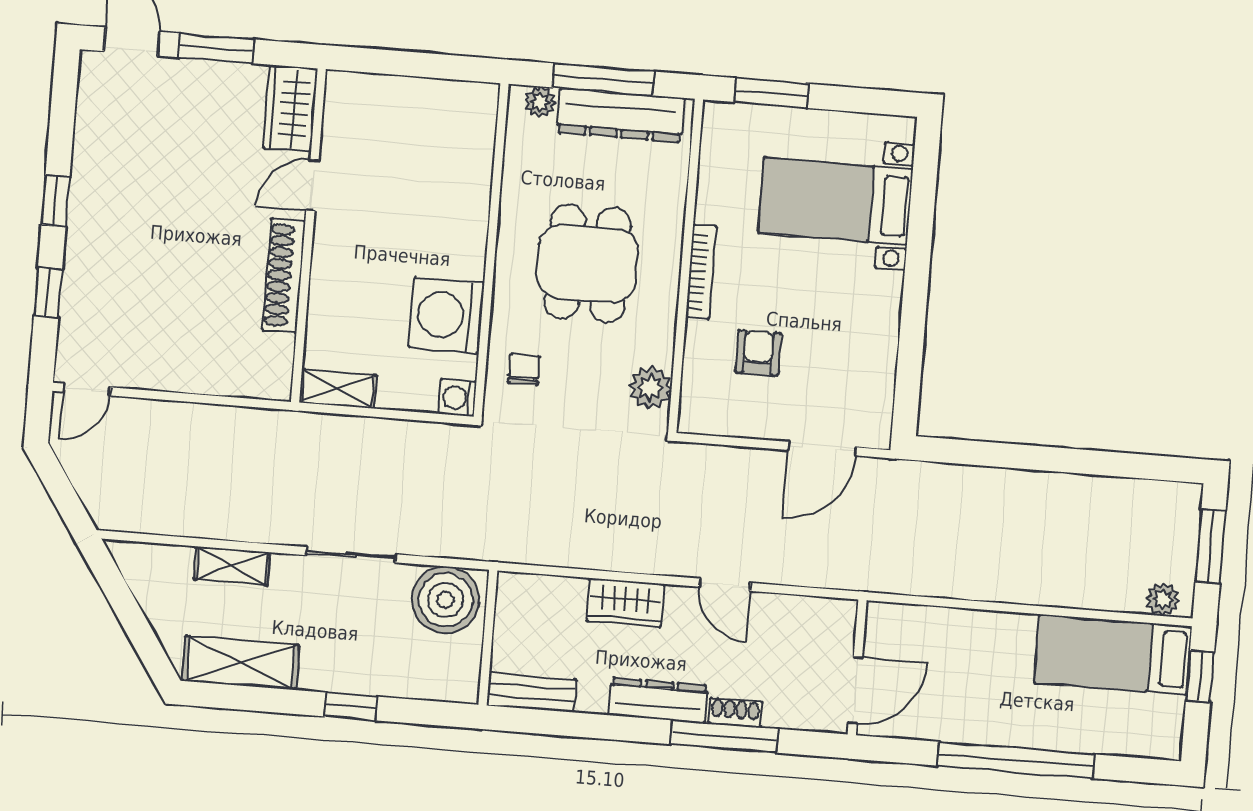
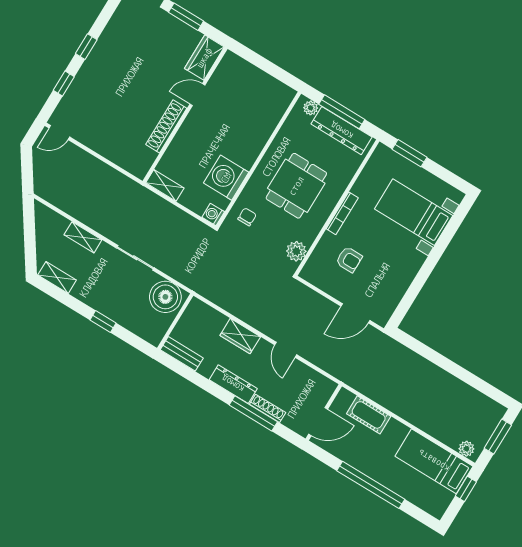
armchair: (758, 353) -> (349, 259), turned 90
cot: (945, 629) -> (369, 415), added
shelving: (241, 663) -> (57, 278), width x0.67, depth x0.75
shoe rack: (735, 713) -> (268, 408), width x1.43

